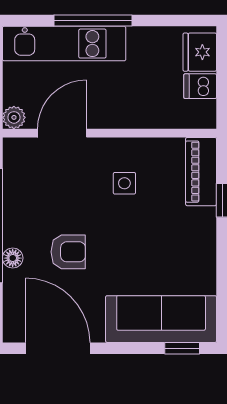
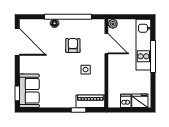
armchair: (68, 252) -> (73, 46), moved, turned 180
sofa: (161, 319) -> (29, 91), width x0.73
door: (58, 348) -> (17, 42), hinge flipped

